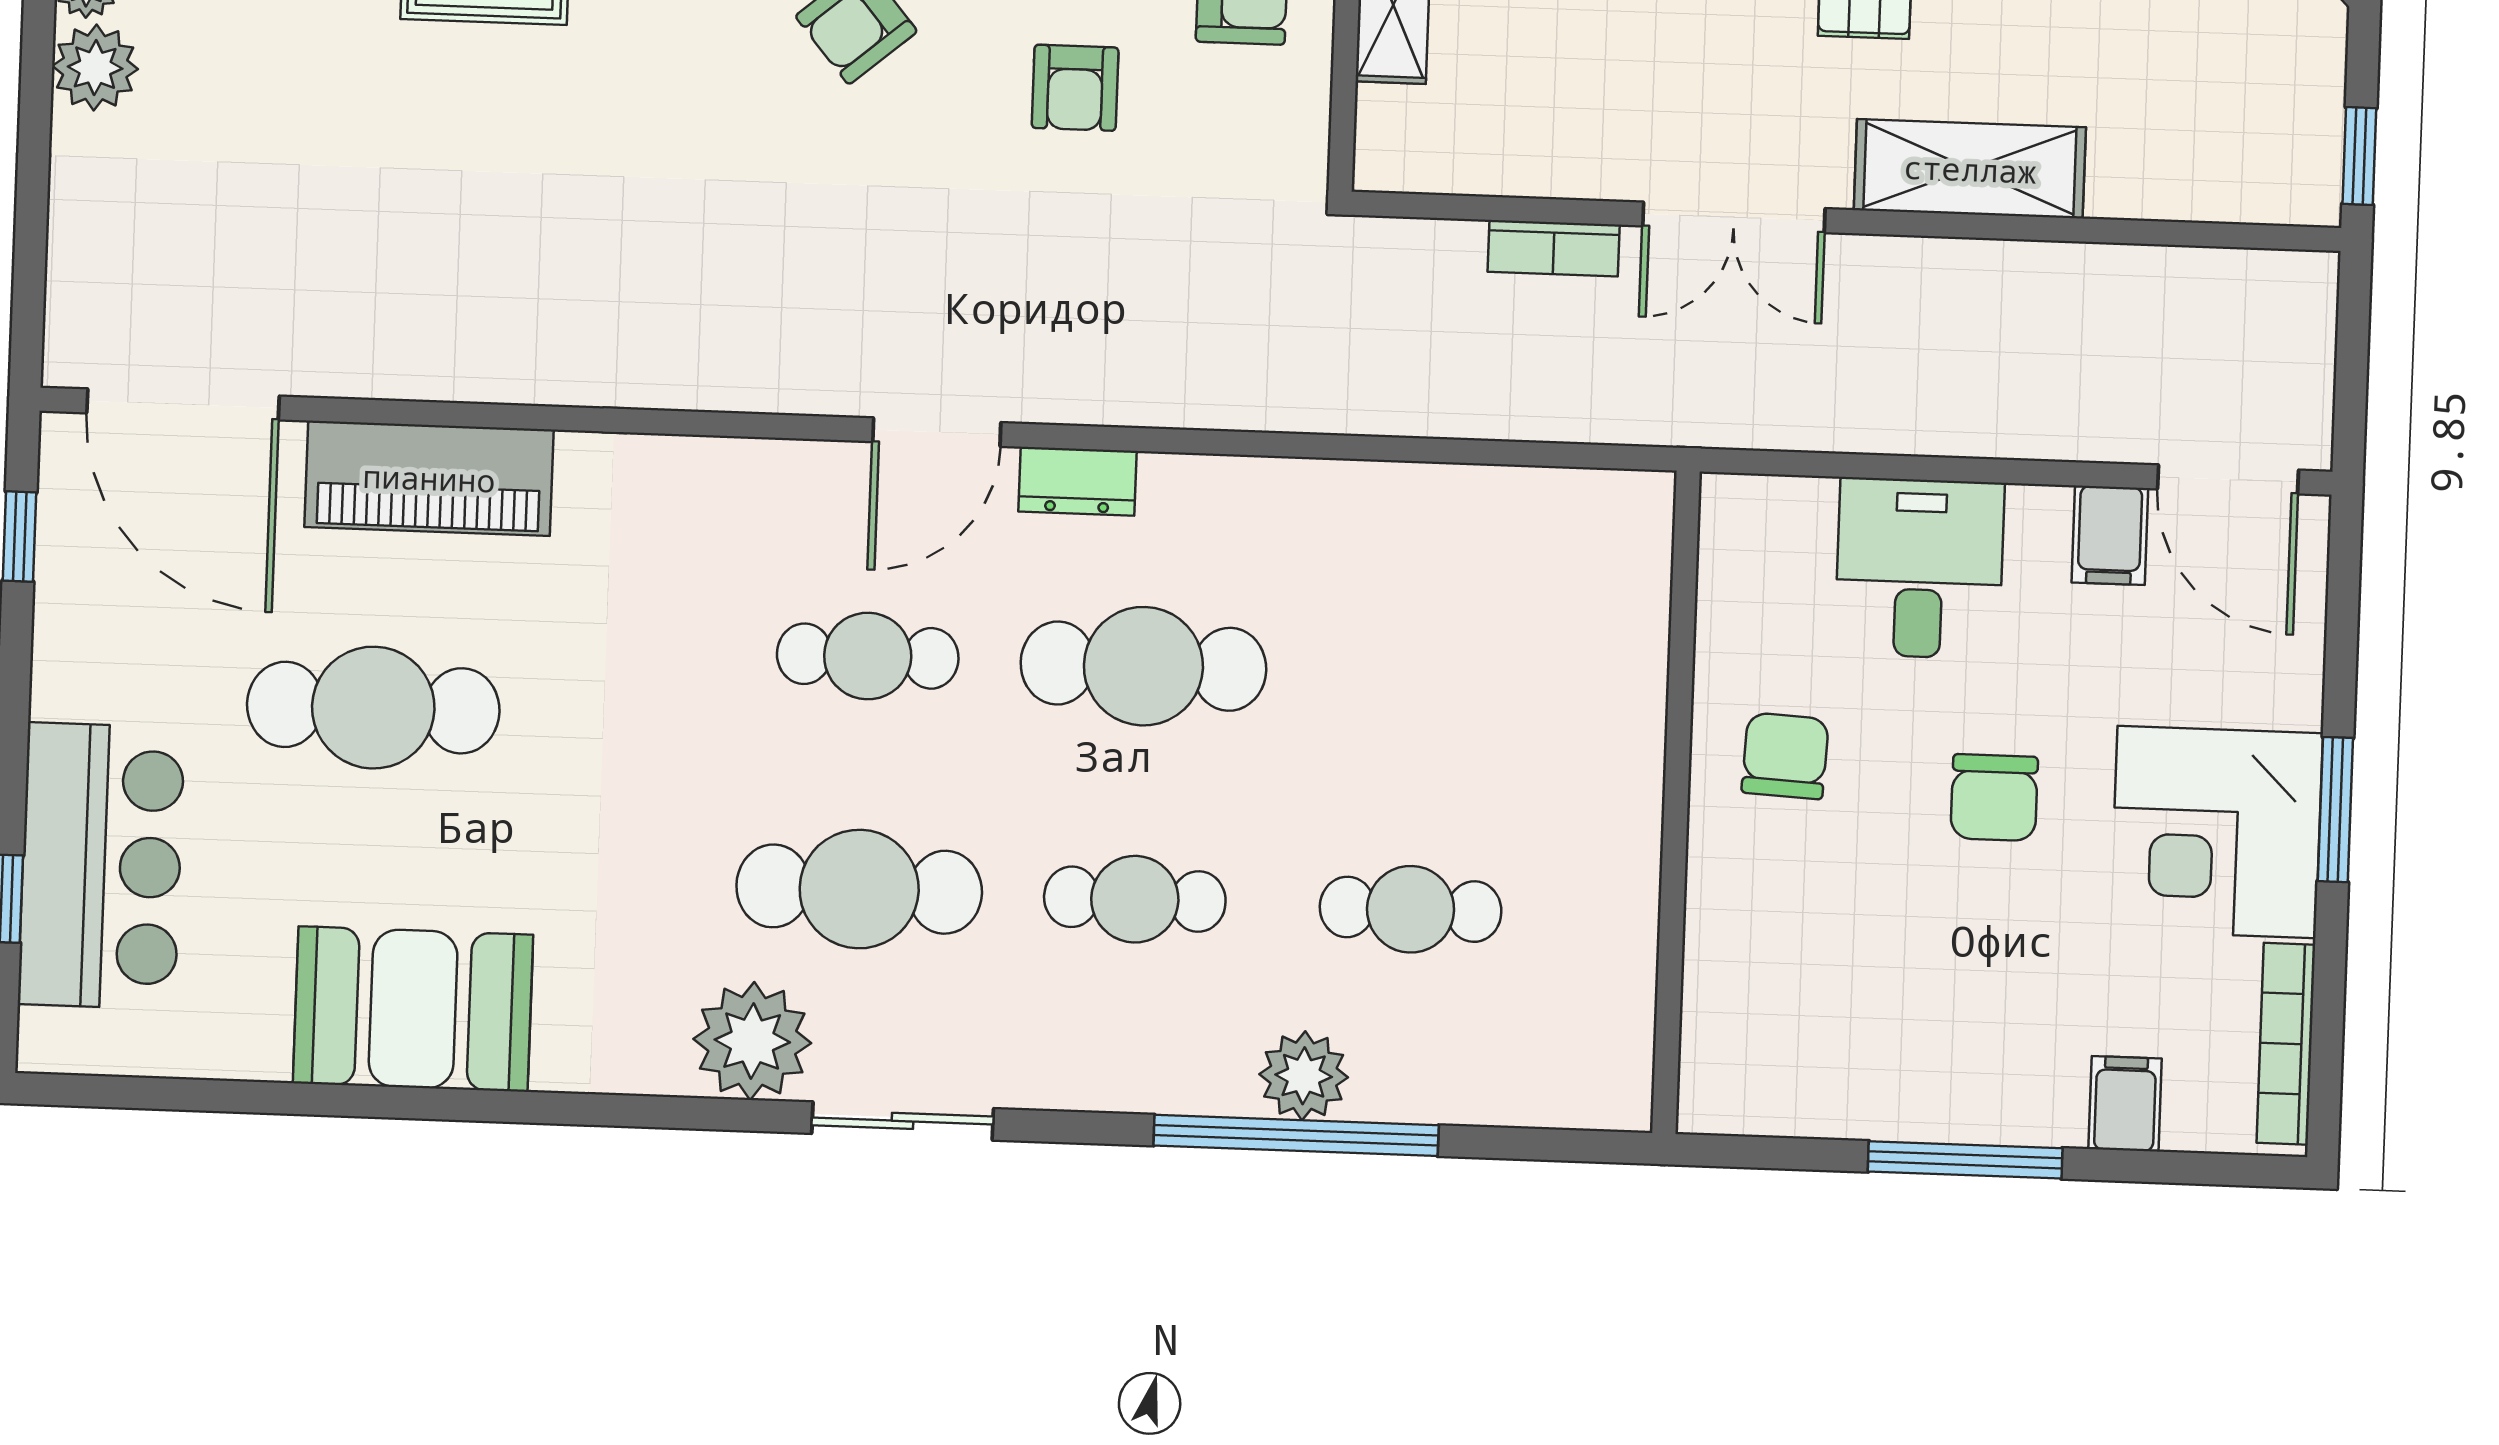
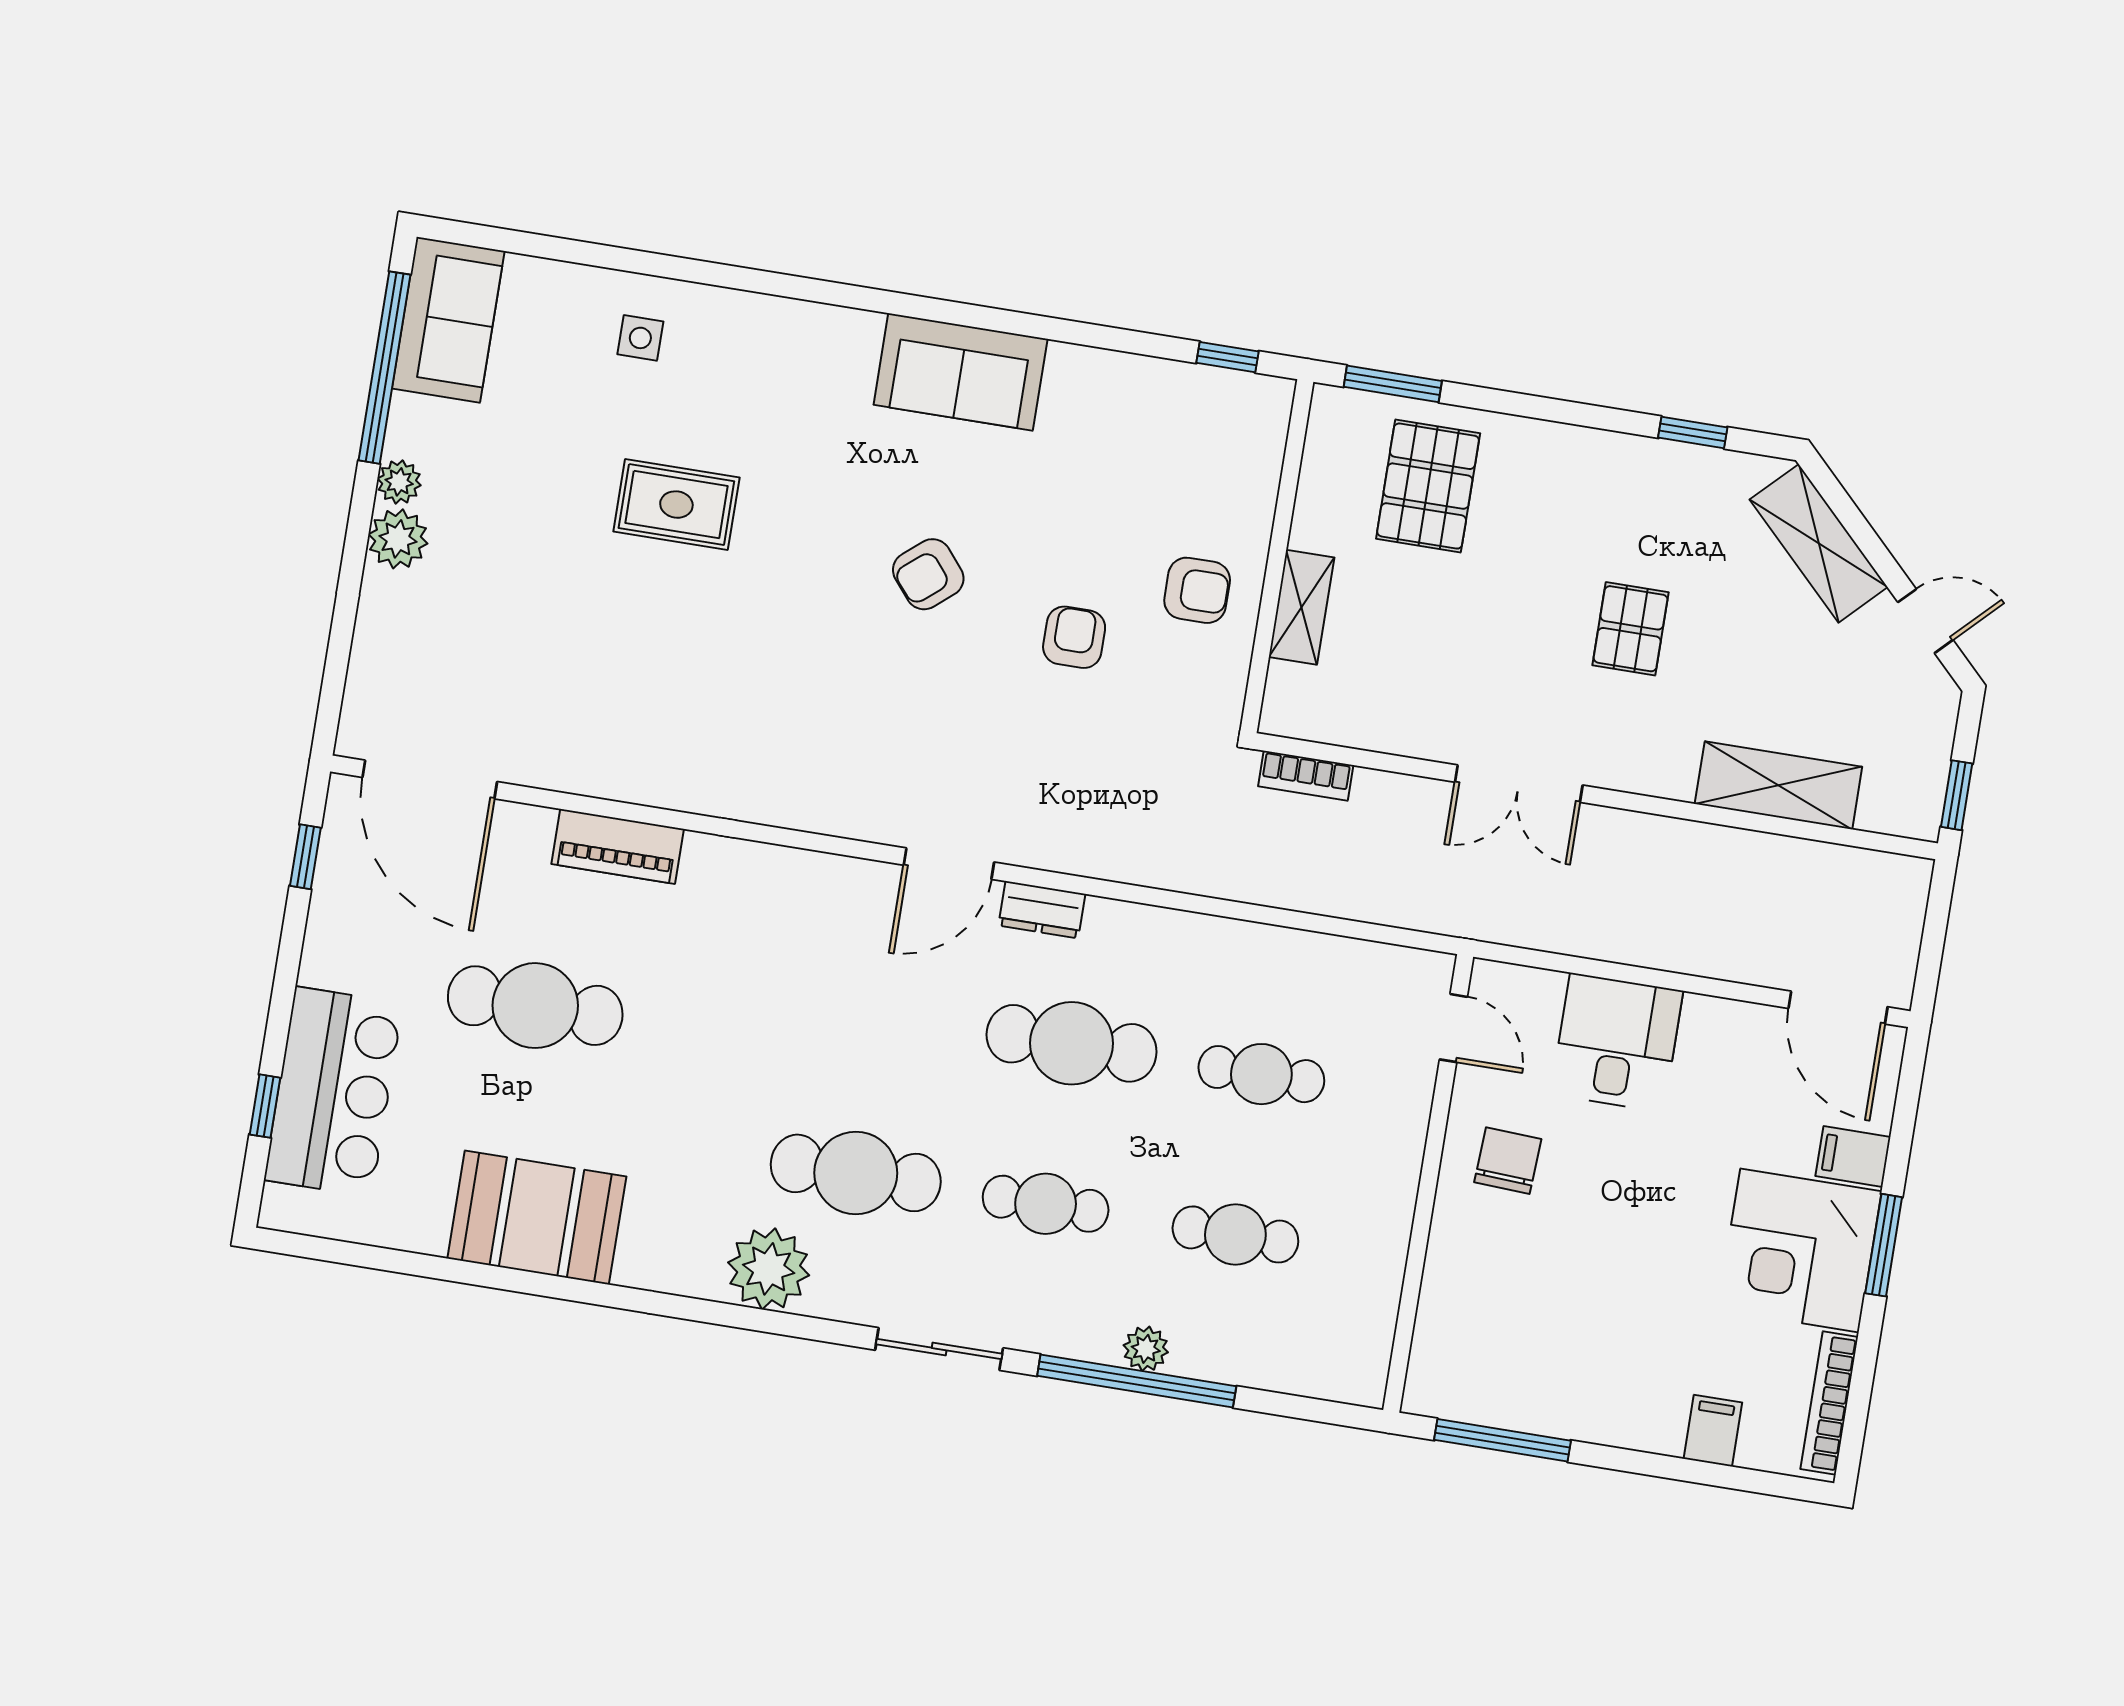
armchair: (1075, 88) -> (1074, 637), turned 180
shelving: (1970, 169) -> (1778, 785), moved
bookcase: (1554, 248) -> (1306, 776), moved
piano: (429, 478) -> (618, 846), width x0.73, depth x0.75
filing cabinet: (2110, 535) -> (1853, 1156), moved, turned 90
door: (1684, 577) -> (1453, 1028), added
cafe table: (868, 656) -> (1261, 1074), moved
chair: (1994, 798) -> (1649, 1207), removed
plant: (1304, 1076) -> (1146, 1349), width x0.73, depth x0.73
sliding door: (903, 1121) -> (939, 1349), moved
window: (1965, 1160) -> (1502, 1440), moved

